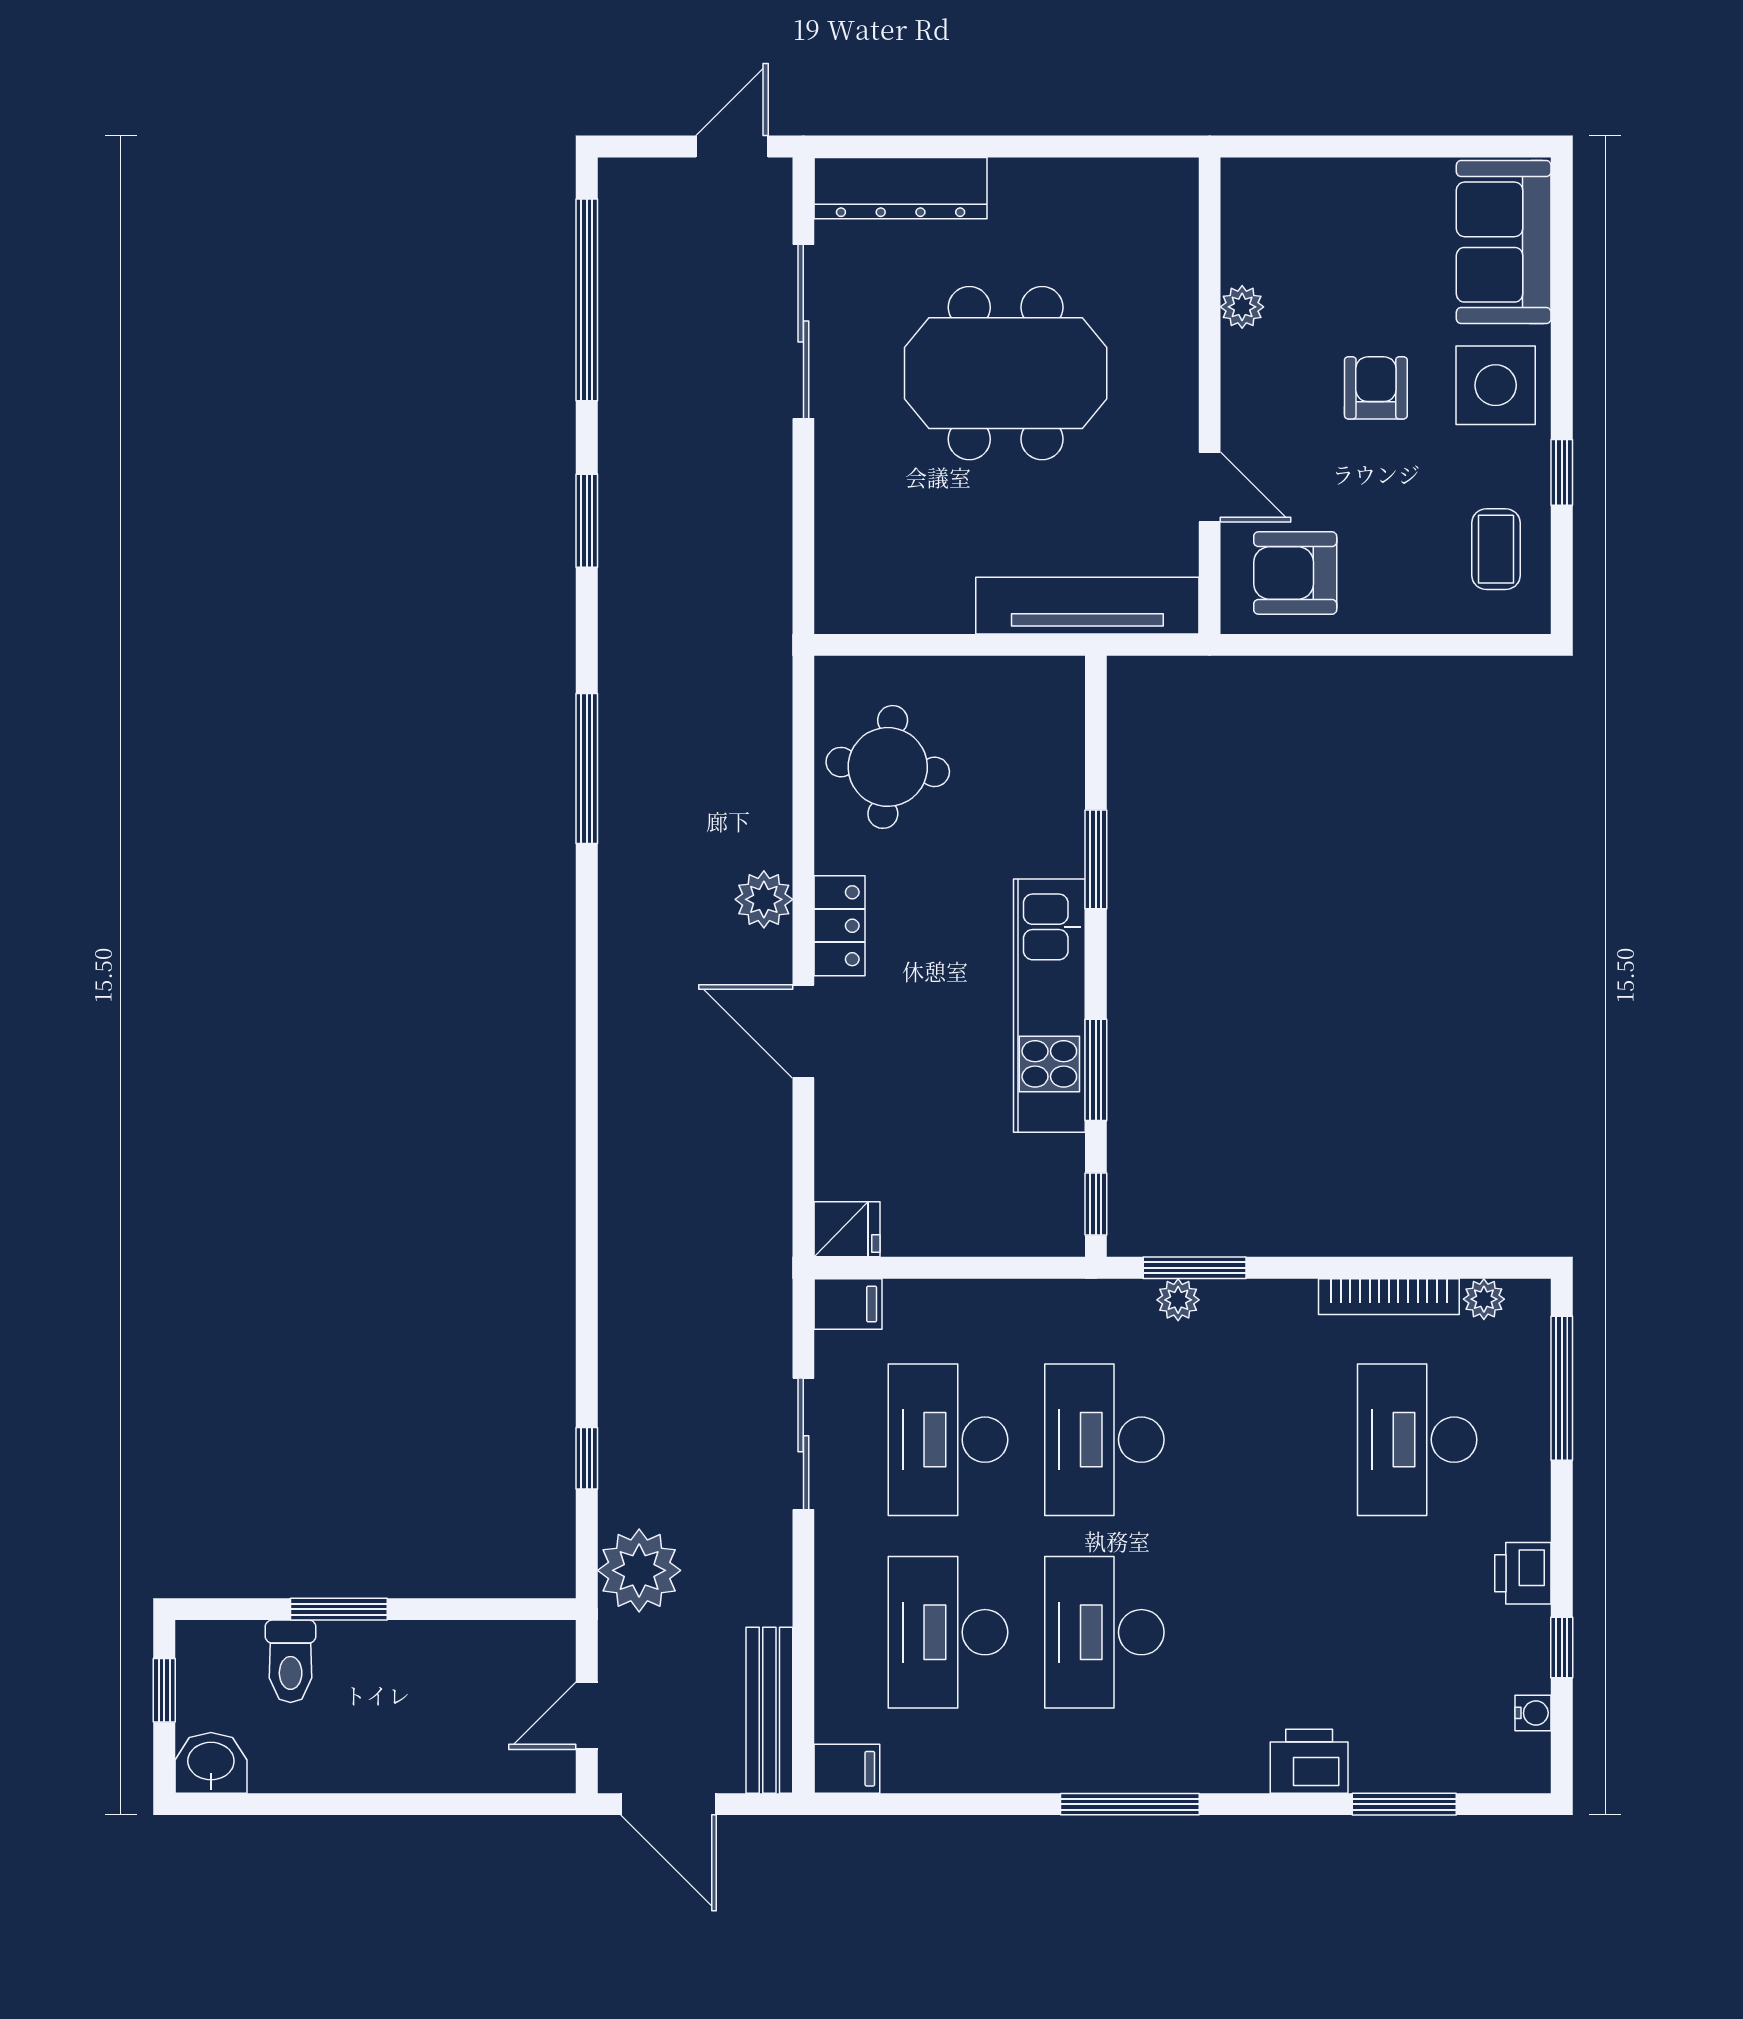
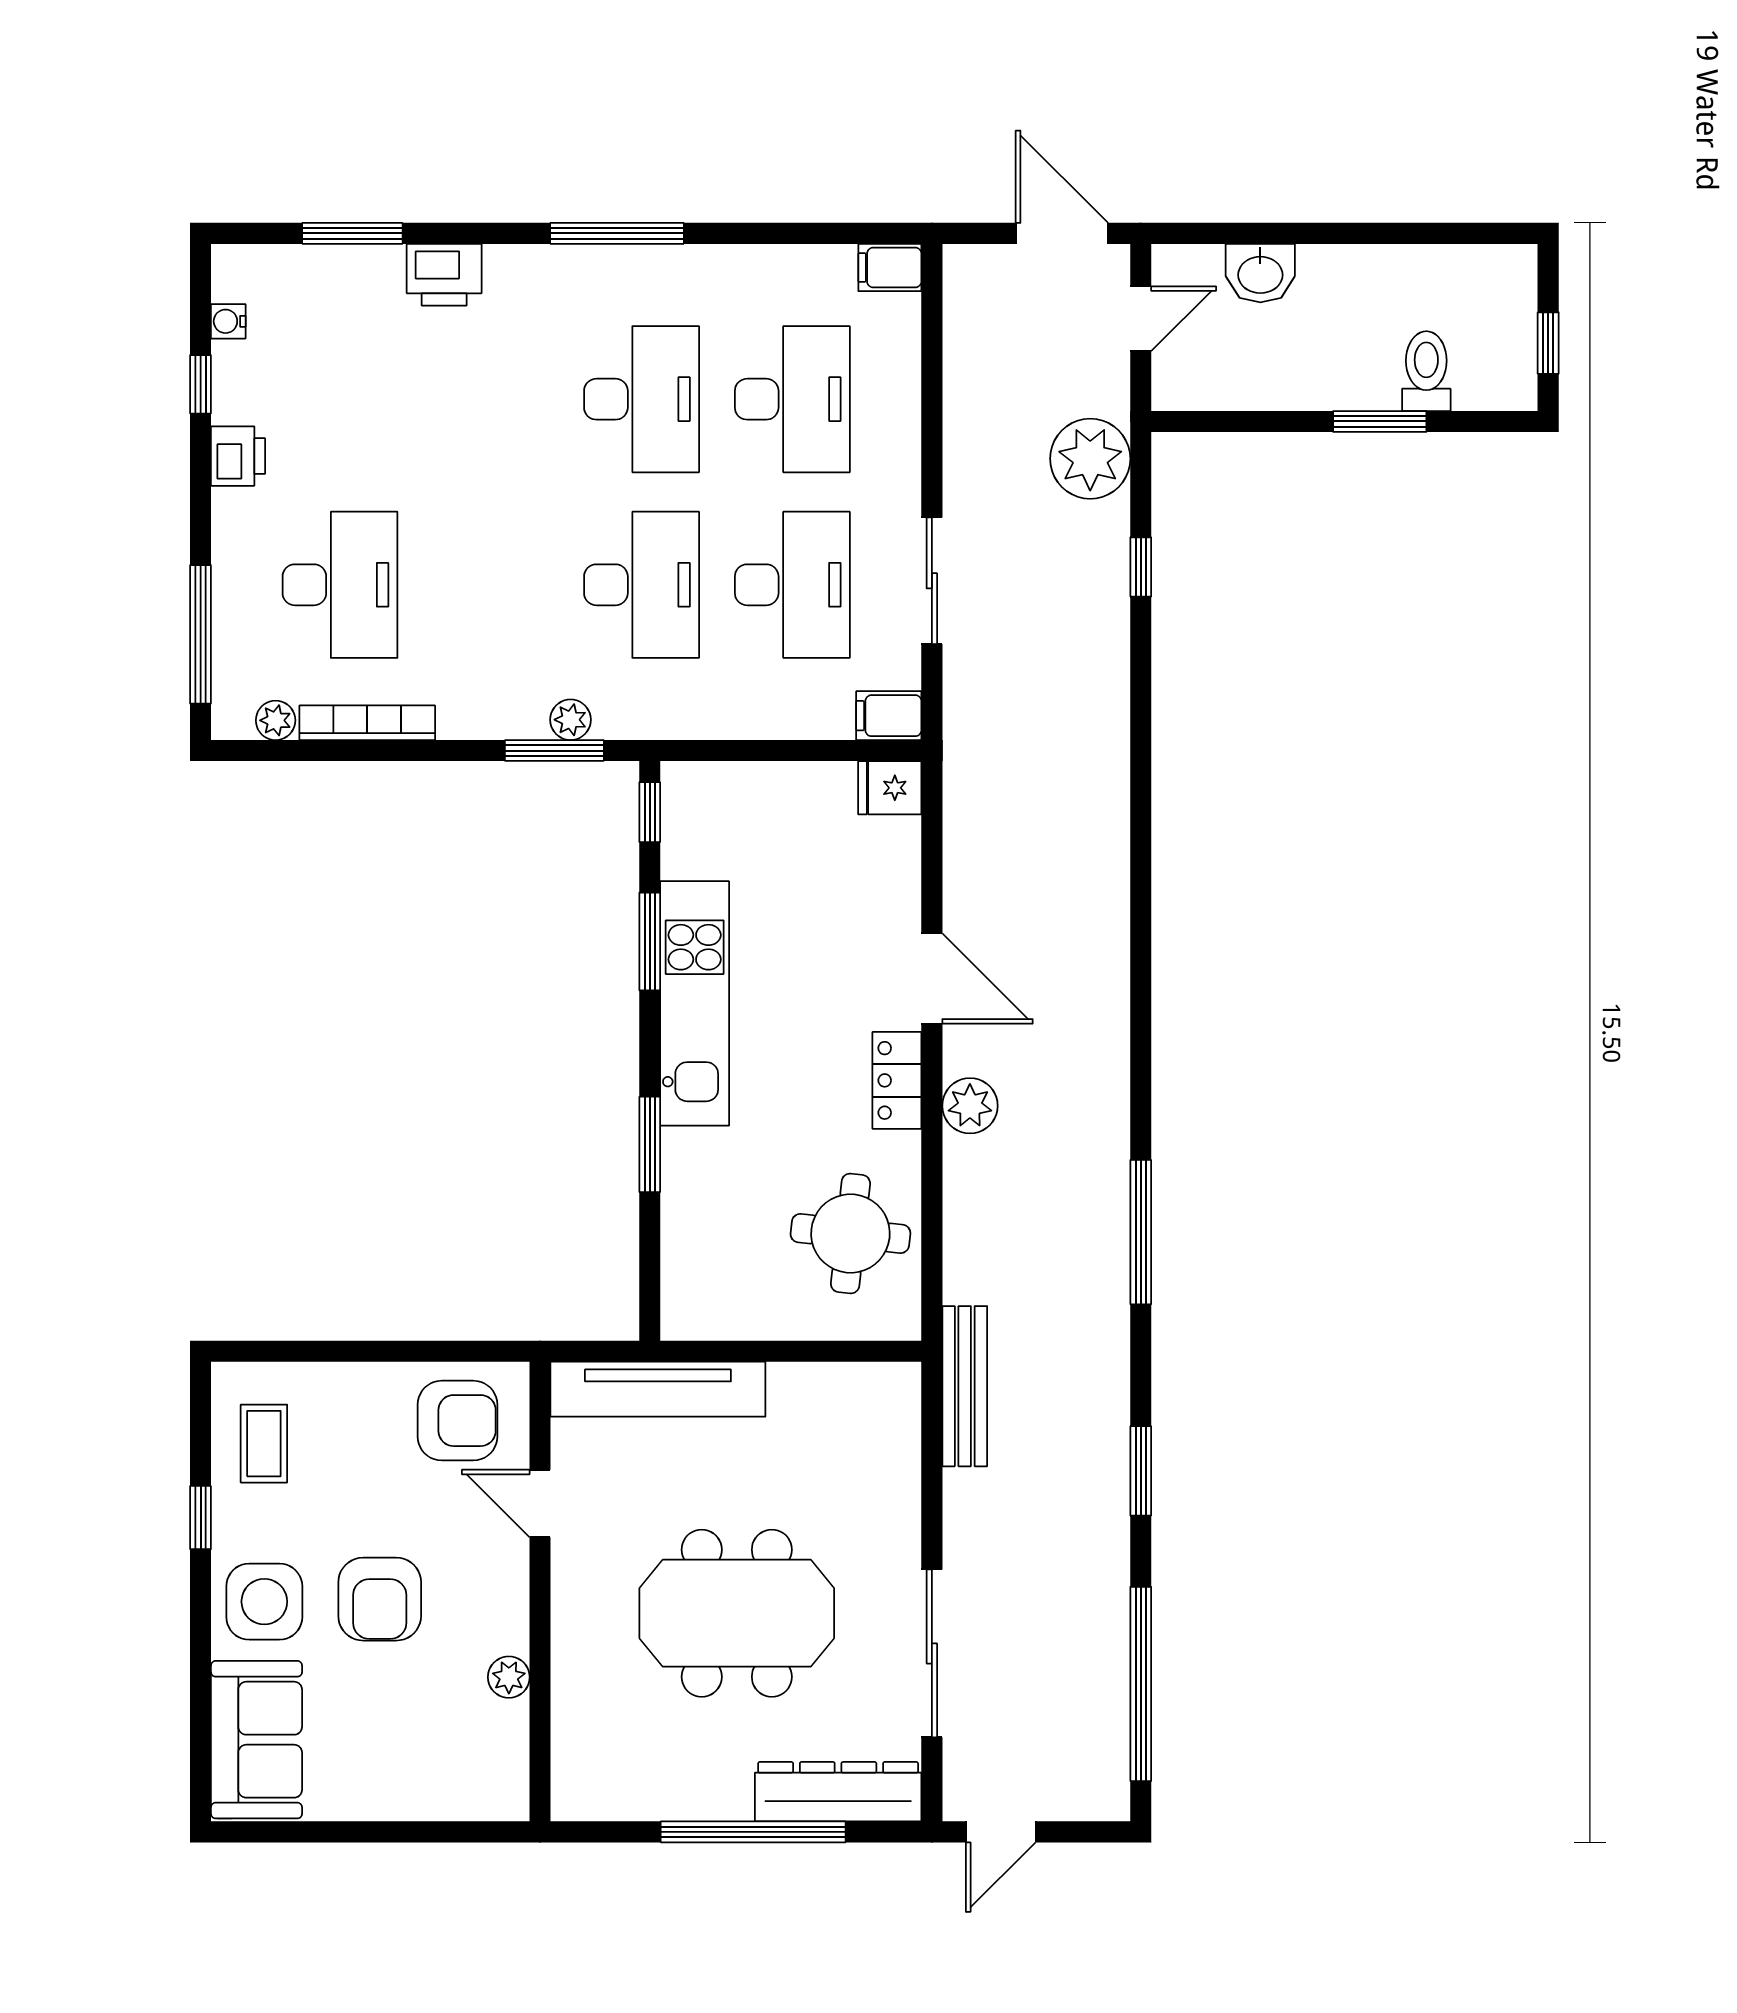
window: (989, 147) -> (753, 1832), added
armchair: (1376, 388) -> (380, 1599), width x1.38, depth x1.38
bench: (769, 1710) -> (965, 1386), moved
washbasin: (211, 1763) -> (1260, 273), moved

